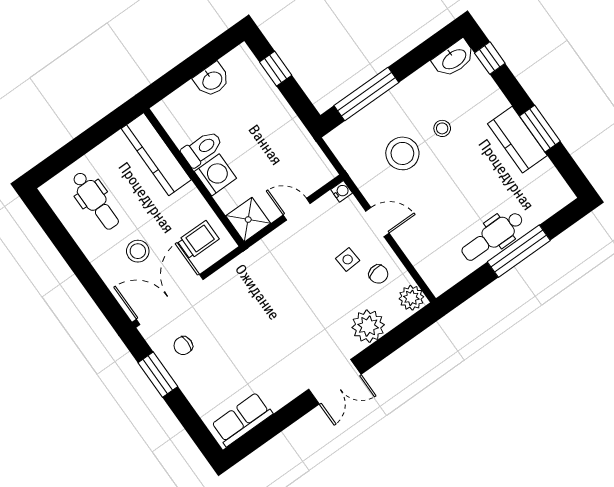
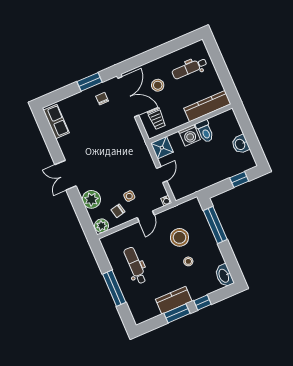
window: (490, 58) -> (203, 303), moved
dental chair: (493, 236) -> (135, 265), moved

